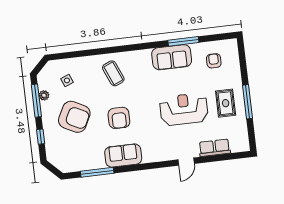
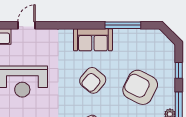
armchair: (119, 118) -> (93, 80), turned -140

